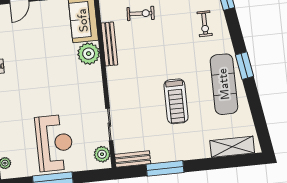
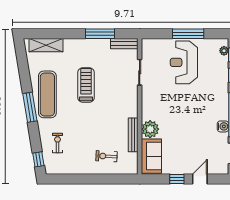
window: (244, 66) -> (30, 107), width x1.44
plant: (102, 154) -> (148, 50), removed

